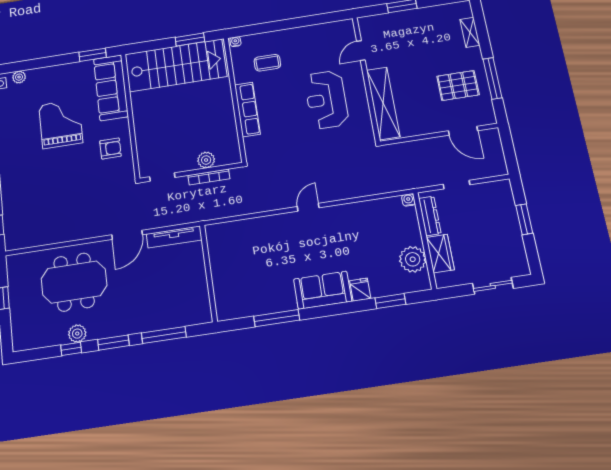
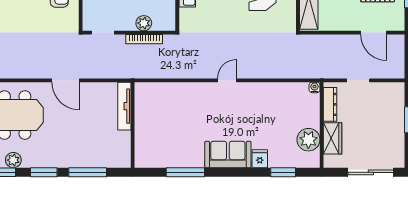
door: (127, 235) -> (66, 80), hinge flipped
tv unit: (174, 237) -> (124, 106), moved, turned 90
sliding door: (493, 286) -> (371, 172), width x1.37

